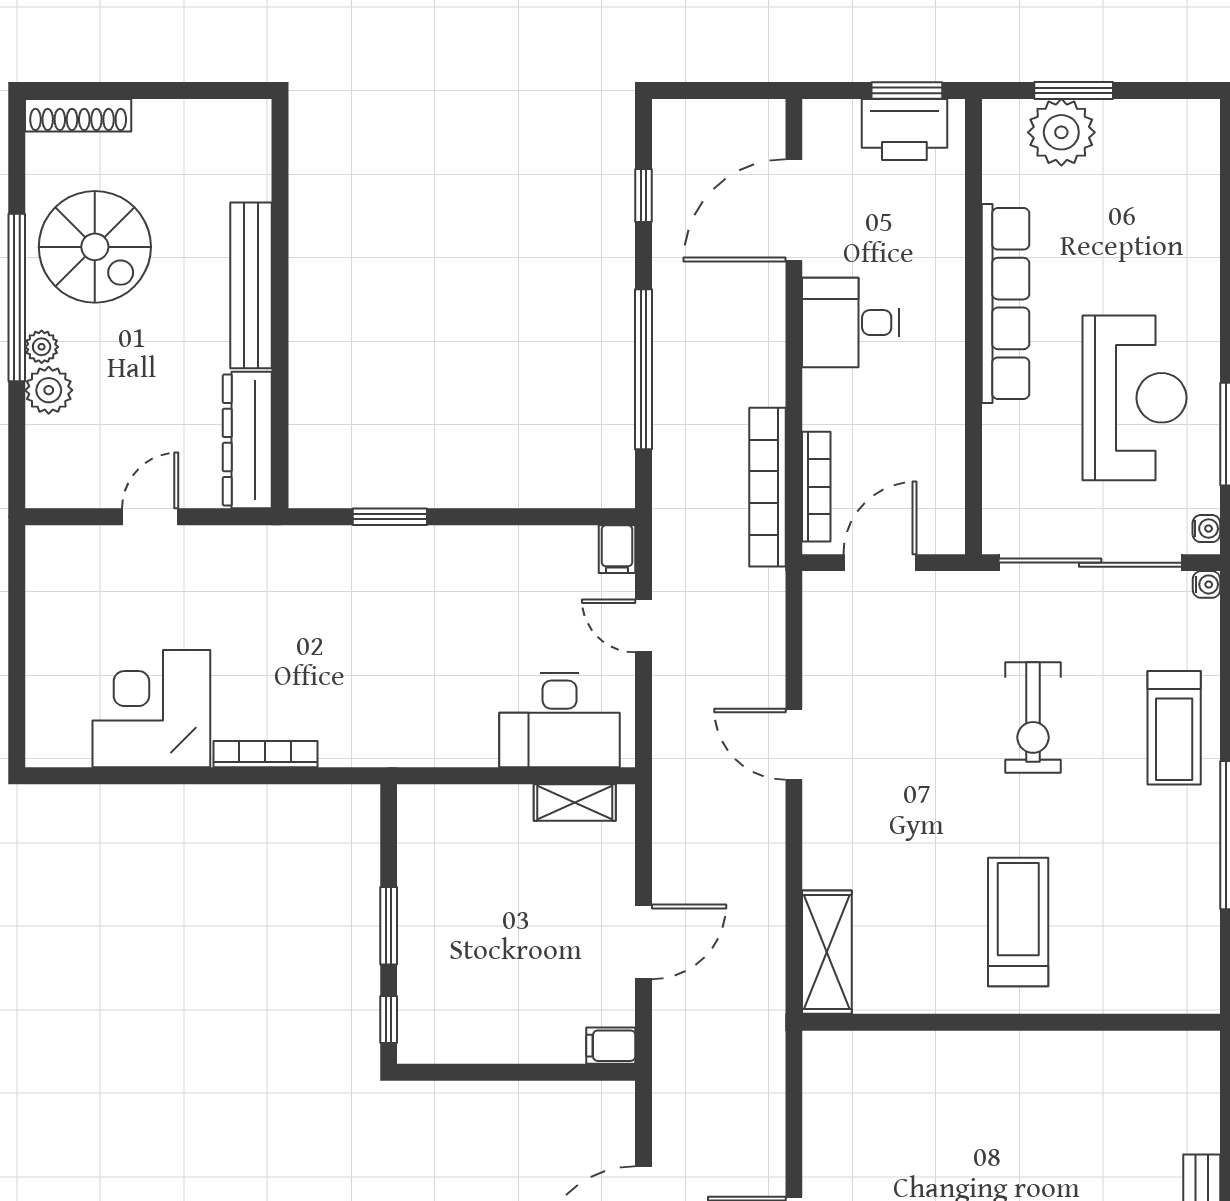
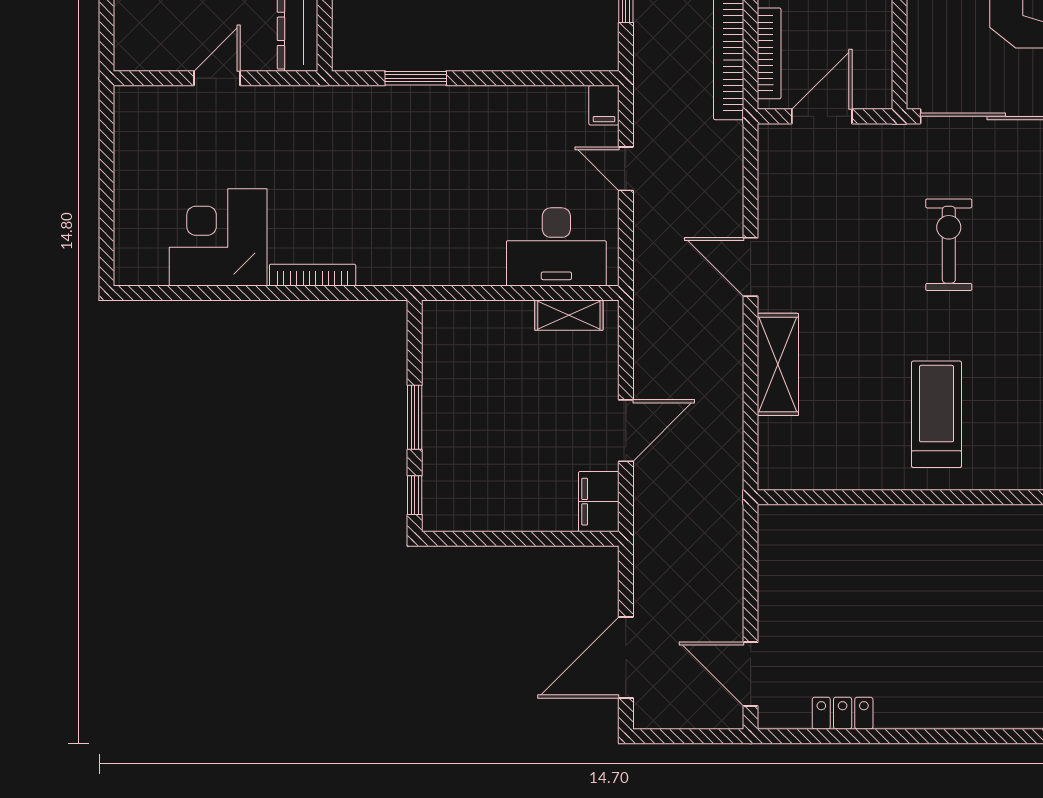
exercise bike: (1033, 718) -> (949, 245), turned 180
shelving: (827, 952) -> (778, 364), moved
filing cabinet: (611, 1046) -> (599, 502), width x2.00

